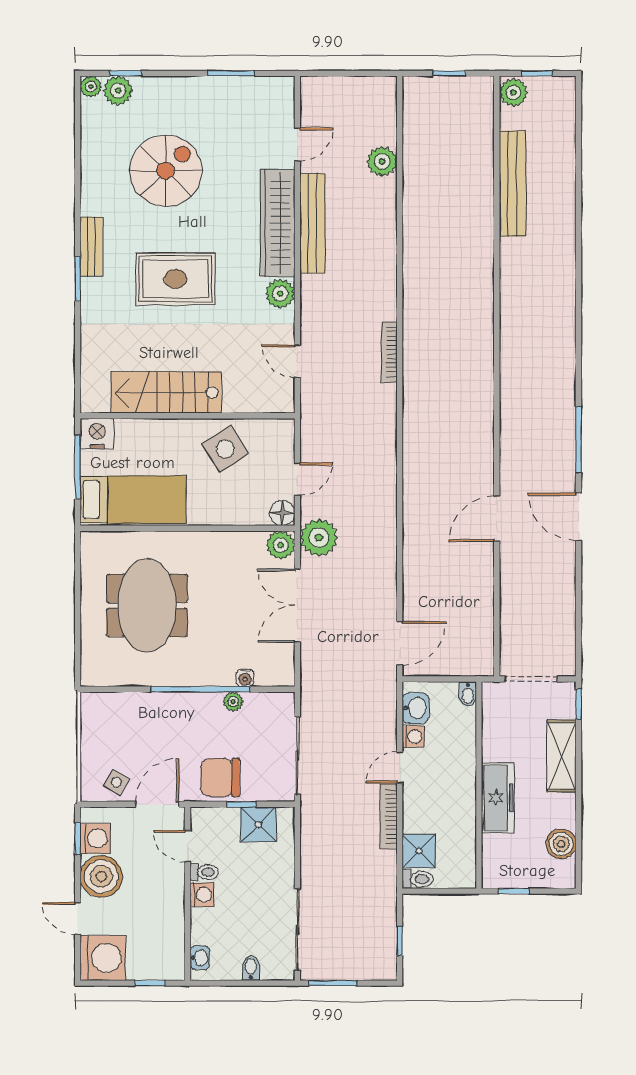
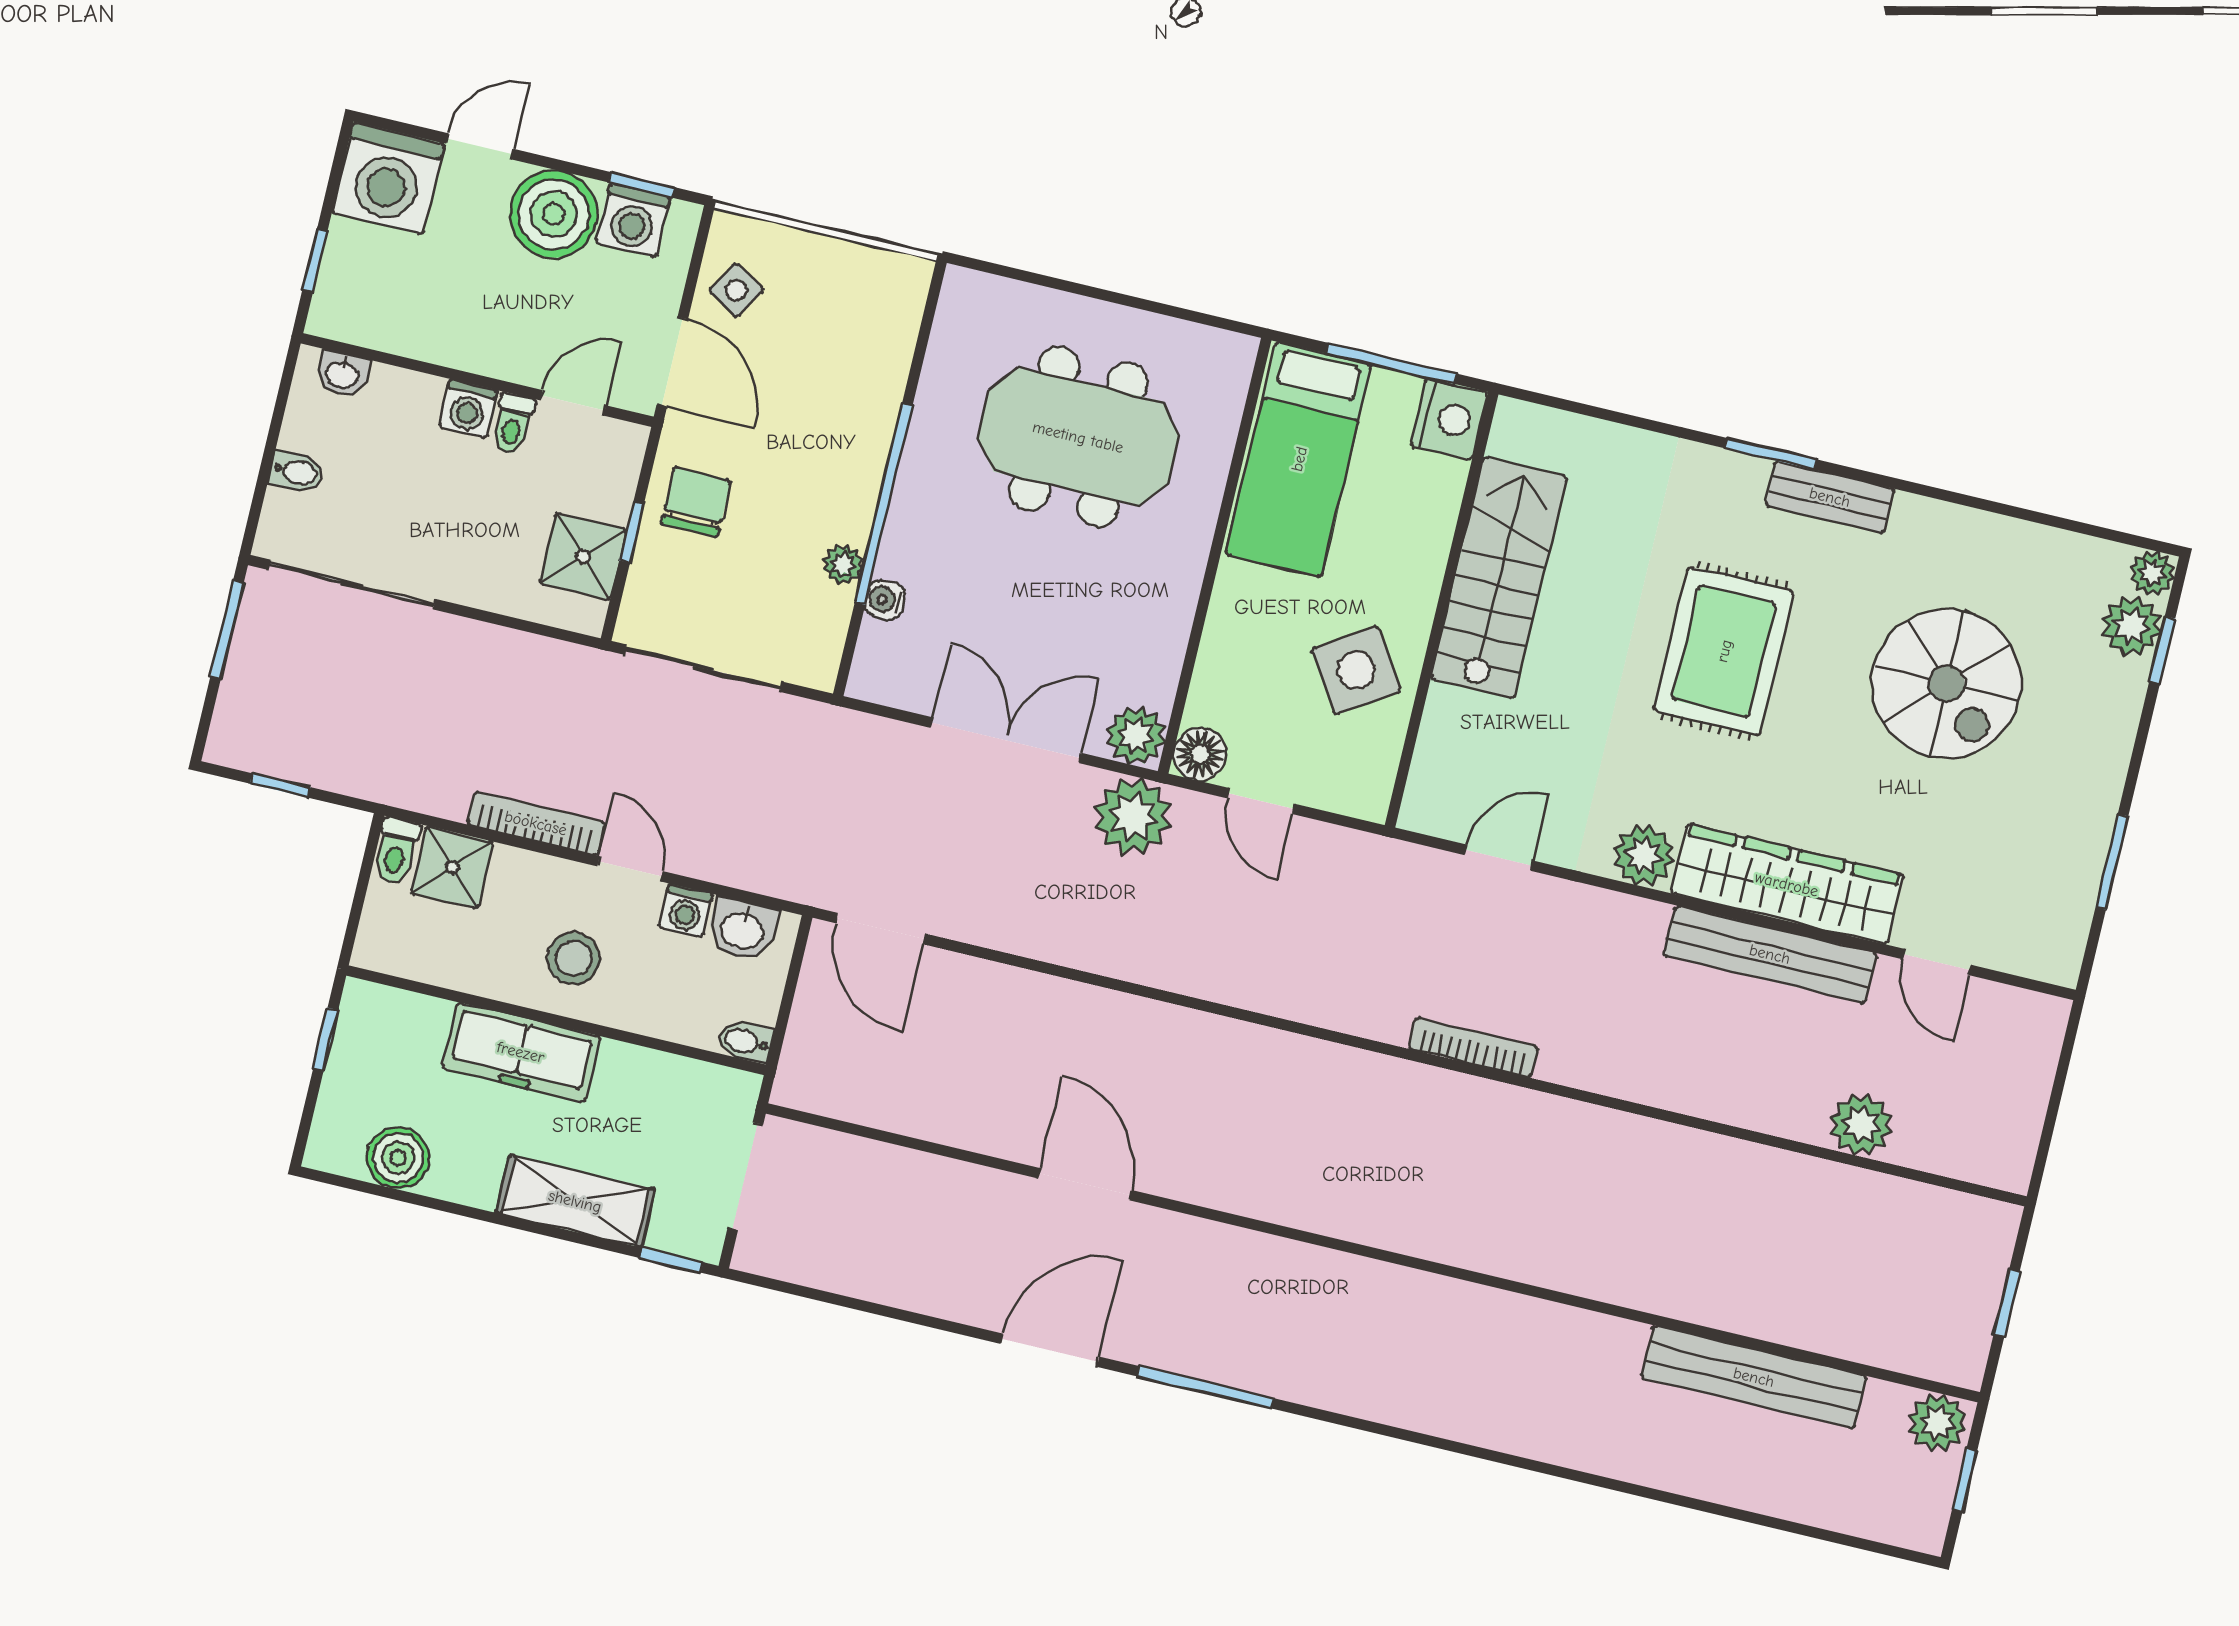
chair: (220, 778) -> (696, 502), width x0.73, depth x0.73
stool: (448, 784) -> (574, 958), added

